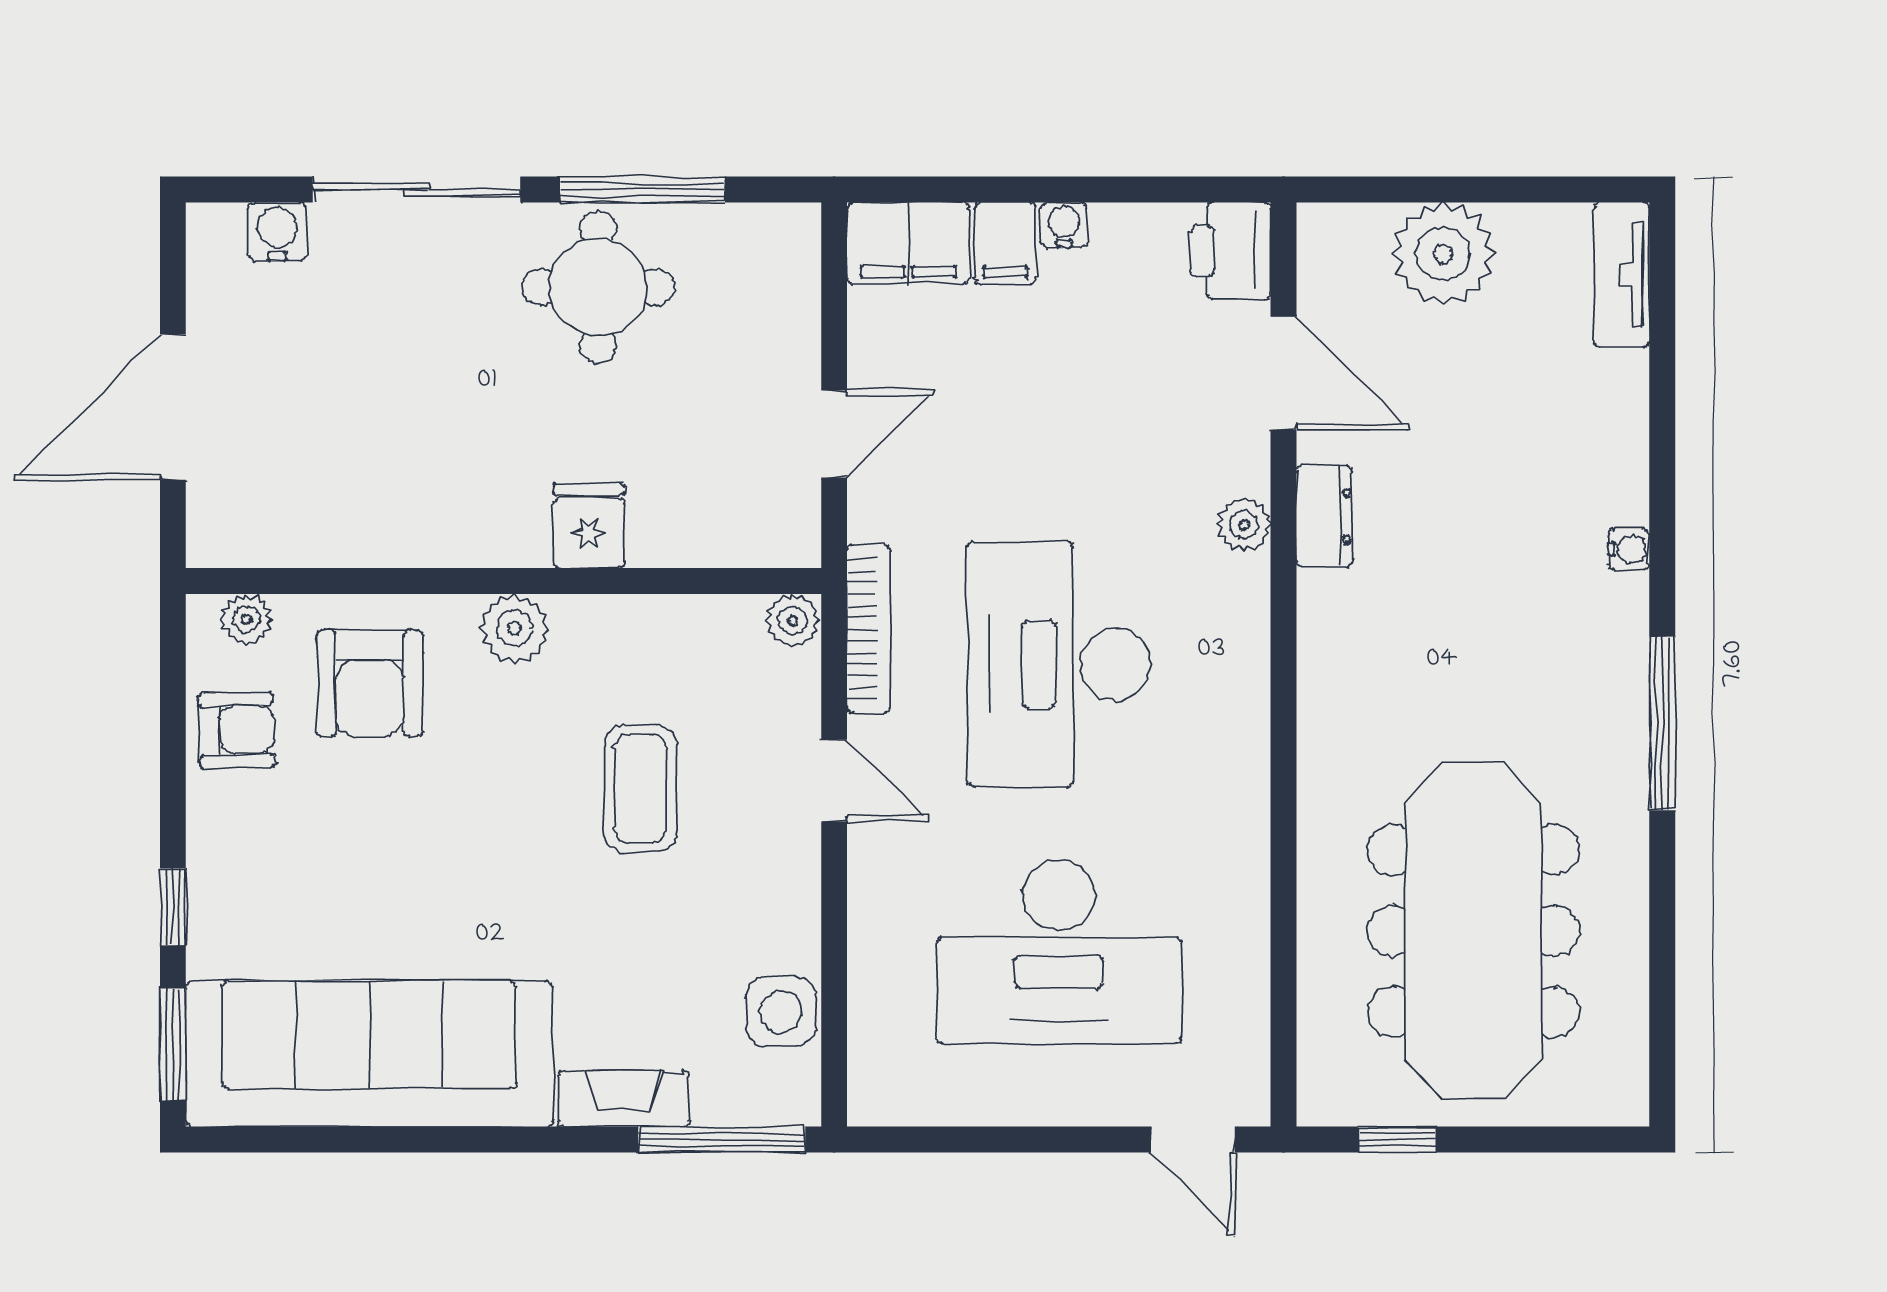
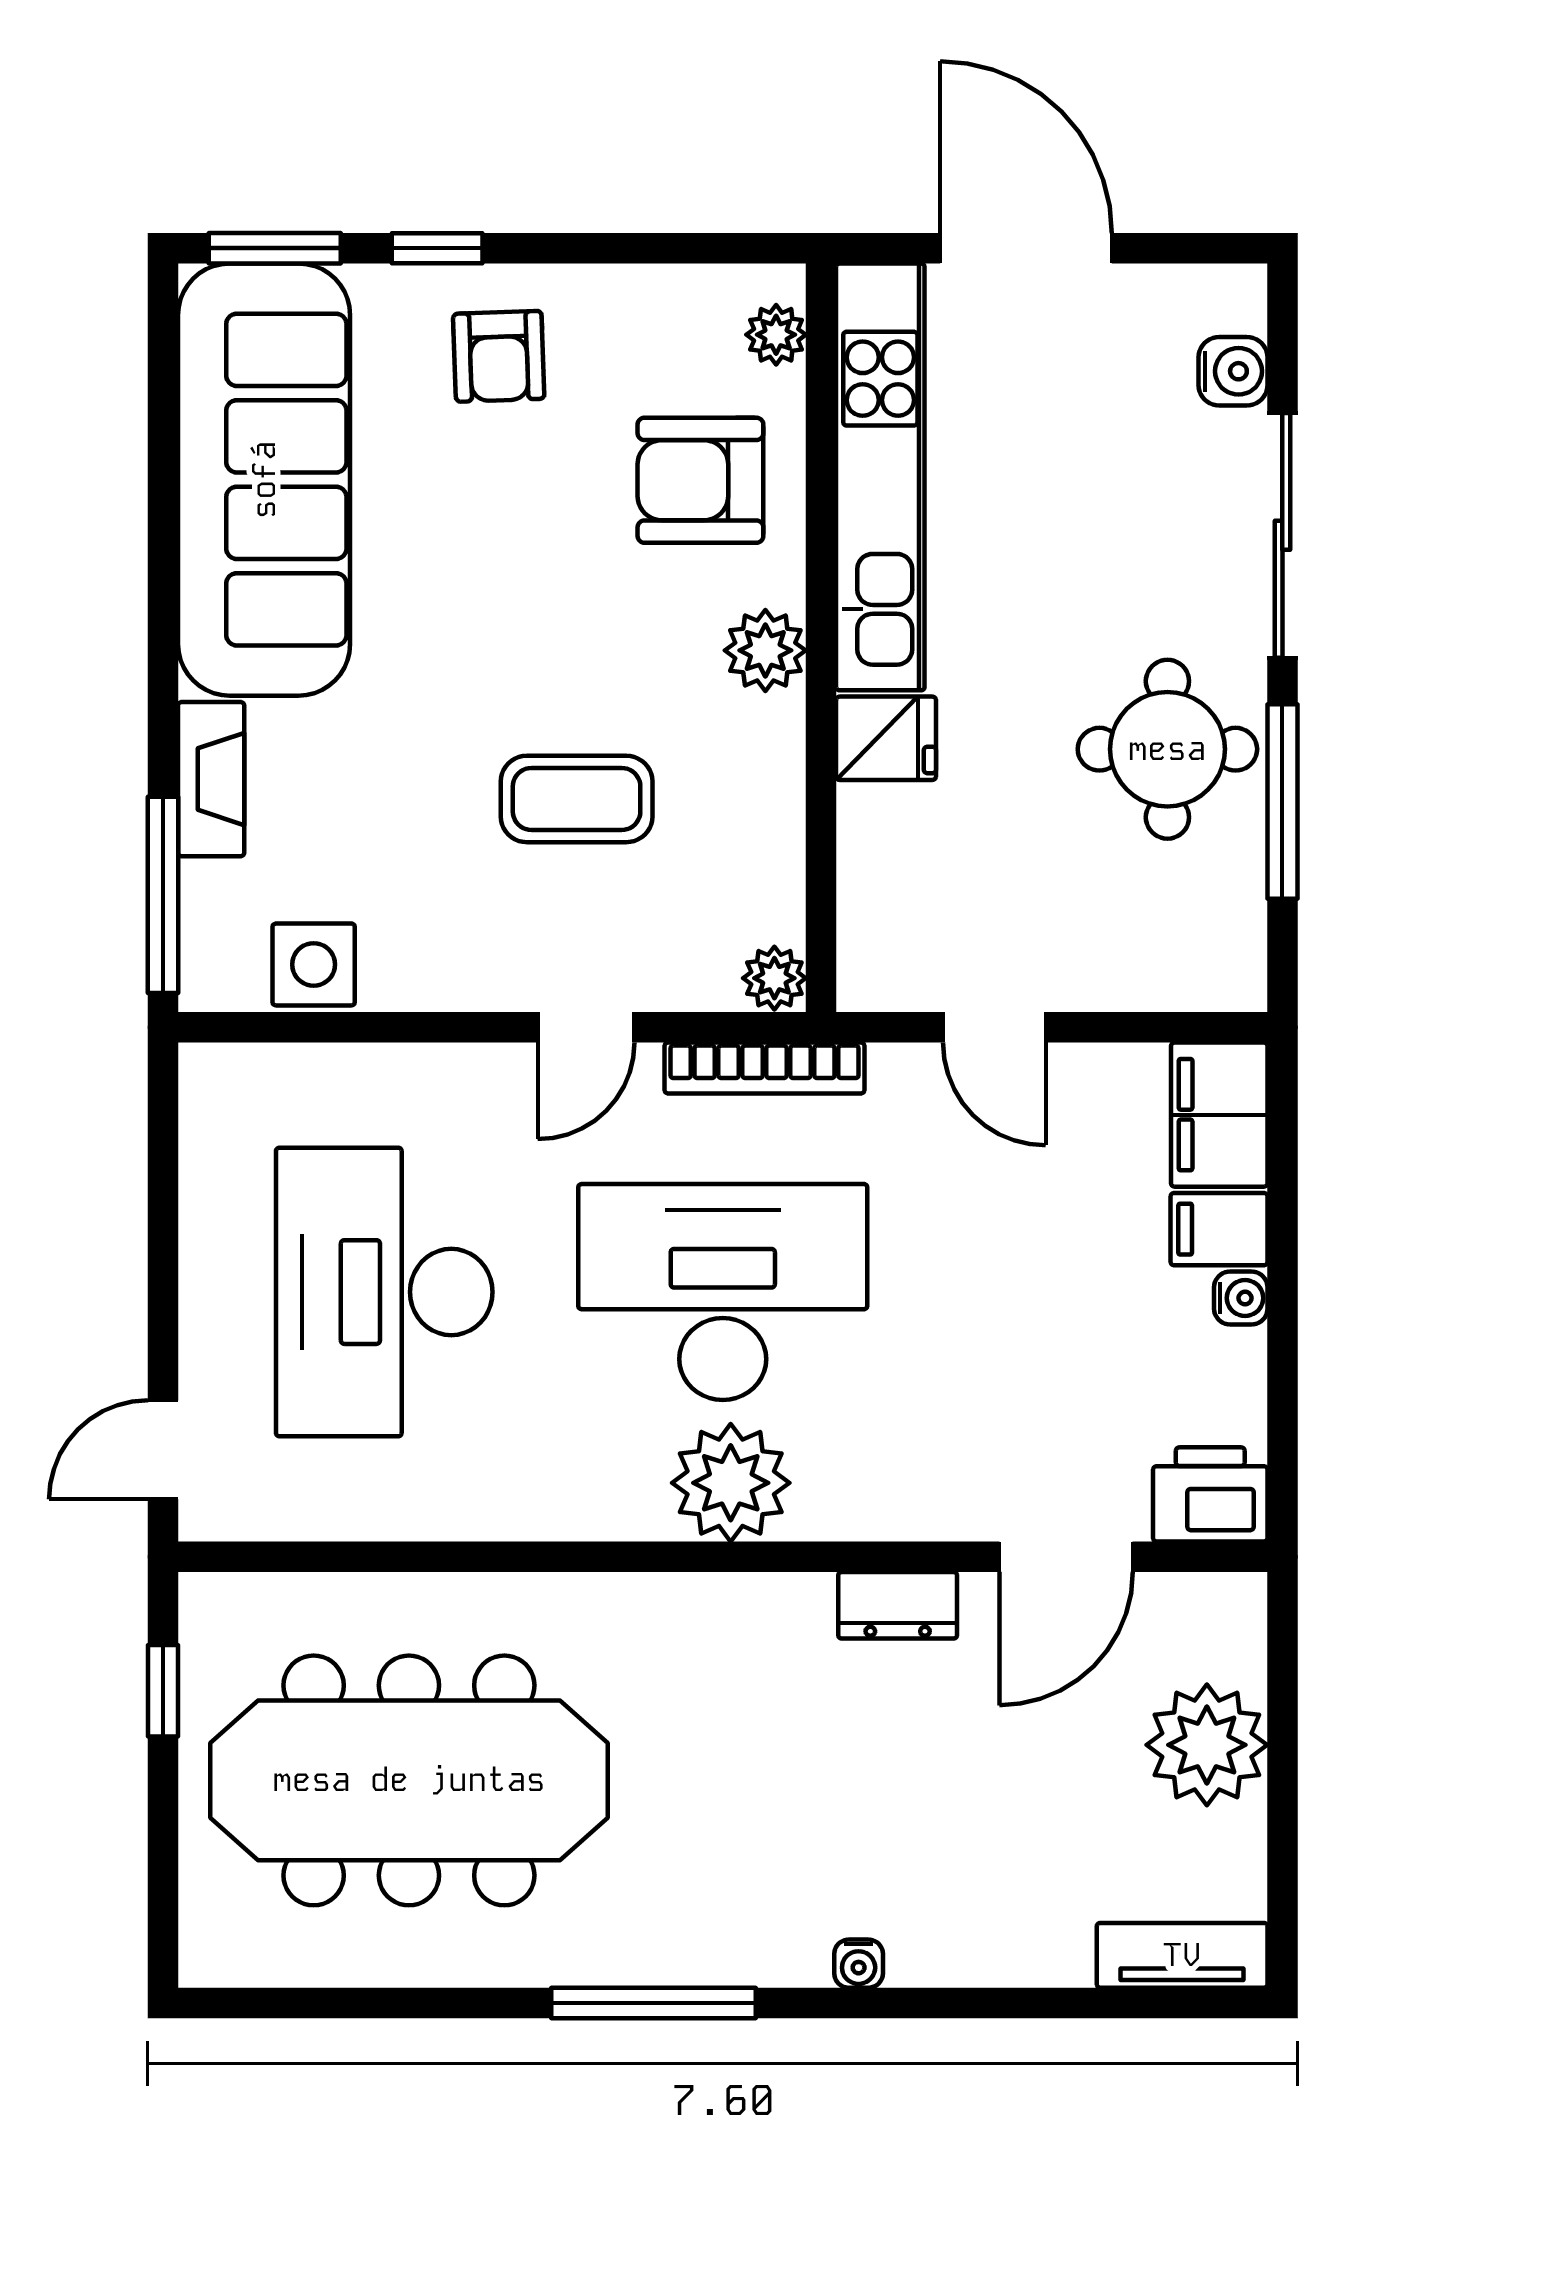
plant: (1244, 525) -> (731, 1483), moved, width x1.88, depth x1.88
kitchen unit: (367, 531) -> (880, 477), added
armchair: (236, 730) -> (499, 356), moved

